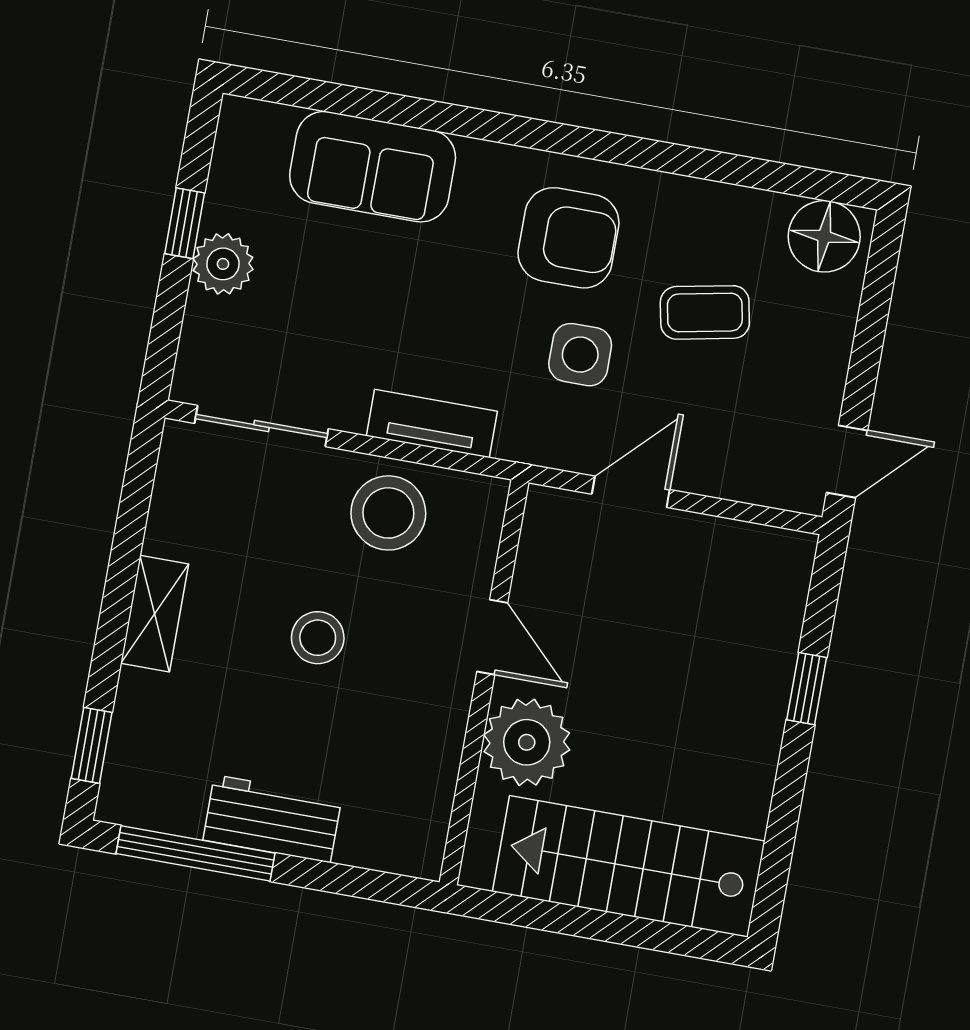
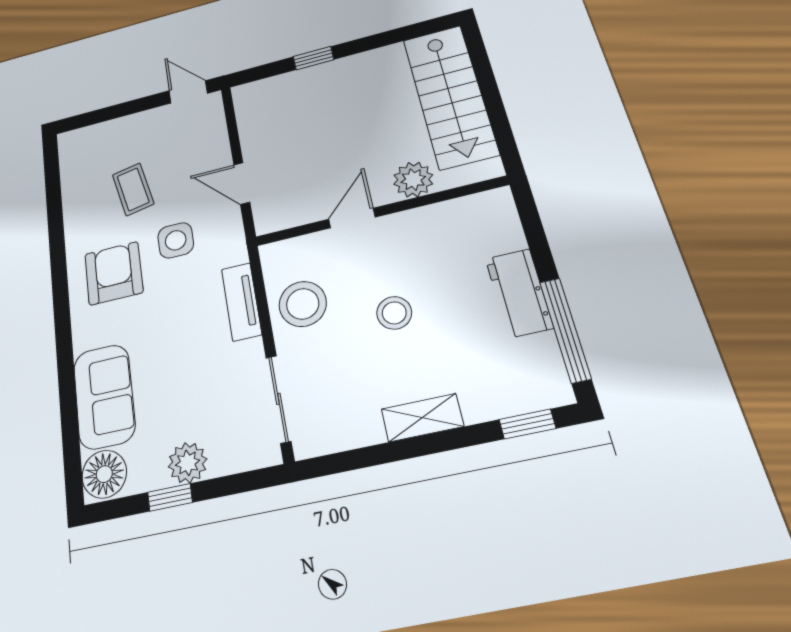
floor lamp: (824, 236) -> (104, 474), moved
plant: (527, 742) -> (413, 180), width x0.73, depth x0.73

